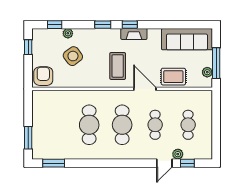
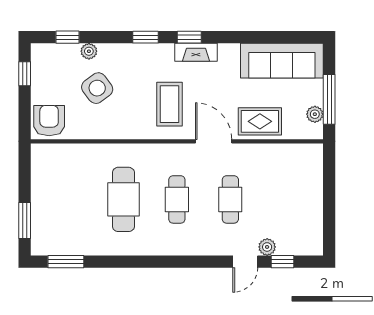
cafe table: (122, 125) -> (177, 199), width x0.73, depth x0.74
cafe table: (188, 125) -> (284, 199), removed

